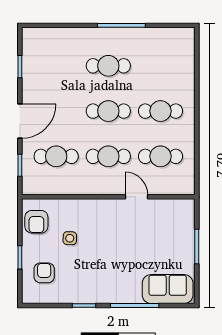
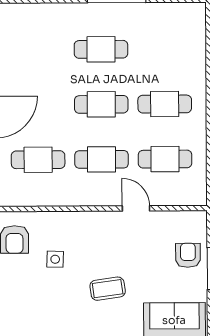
coffee table: (113, 263) -> (108, 289), added
armchair: (44, 273) -> (188, 255), moved

